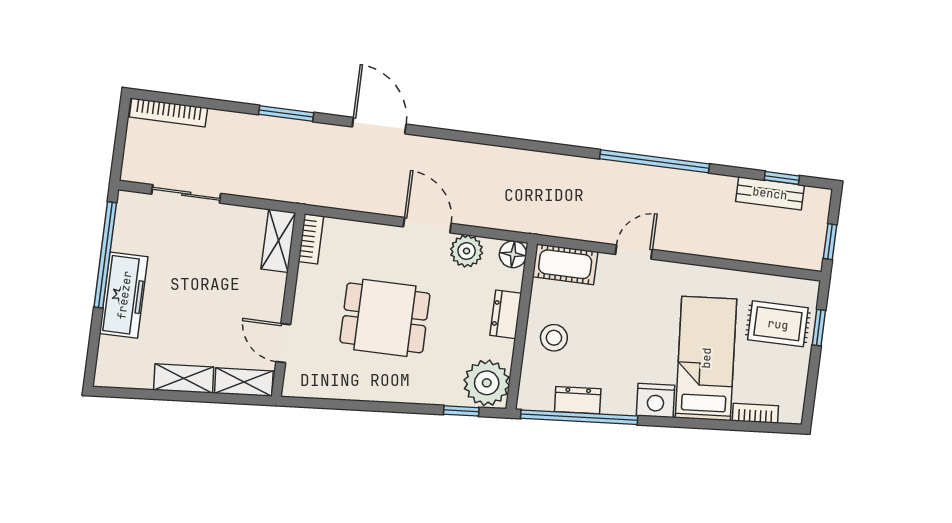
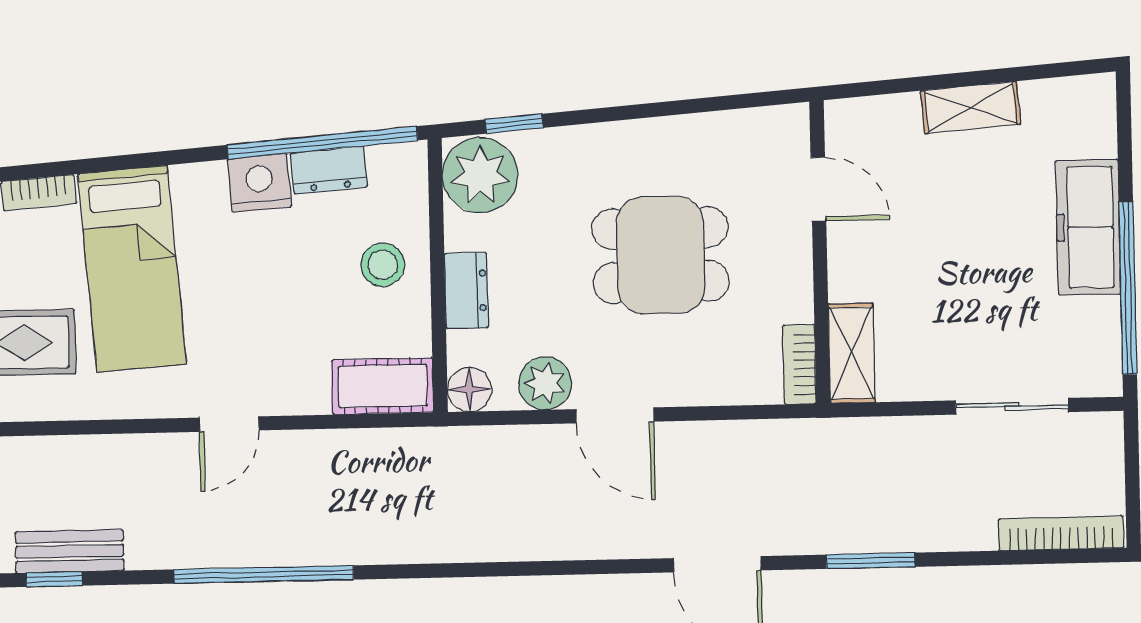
door: (634, 252) -> (229, 424), moved
shelving: (244, 382) -> (873, 117), removed
nightstand: (656, 401) -> (259, 183), moved

